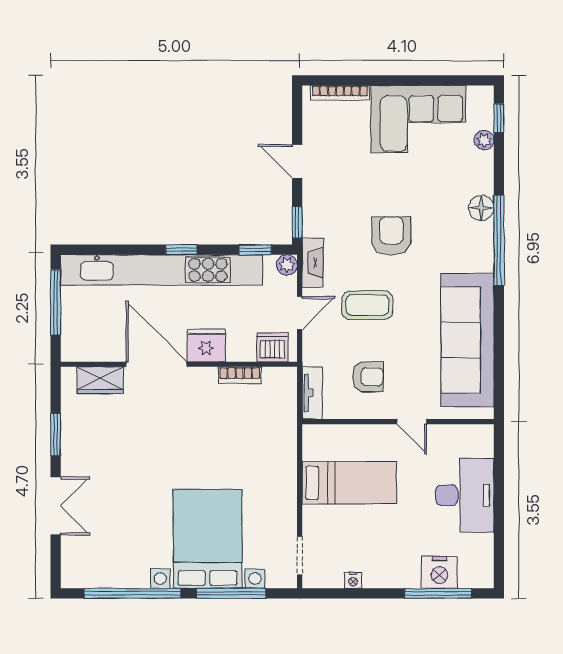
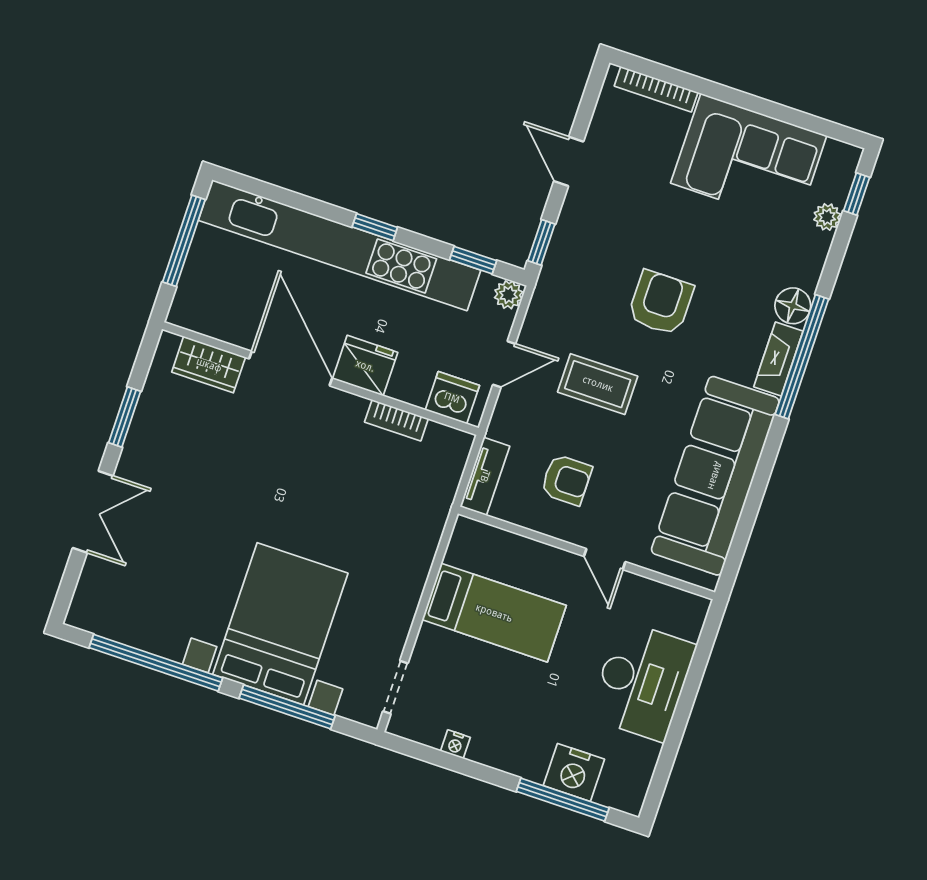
fireplace: (313, 263) -> (778, 359), moved, turned 180

